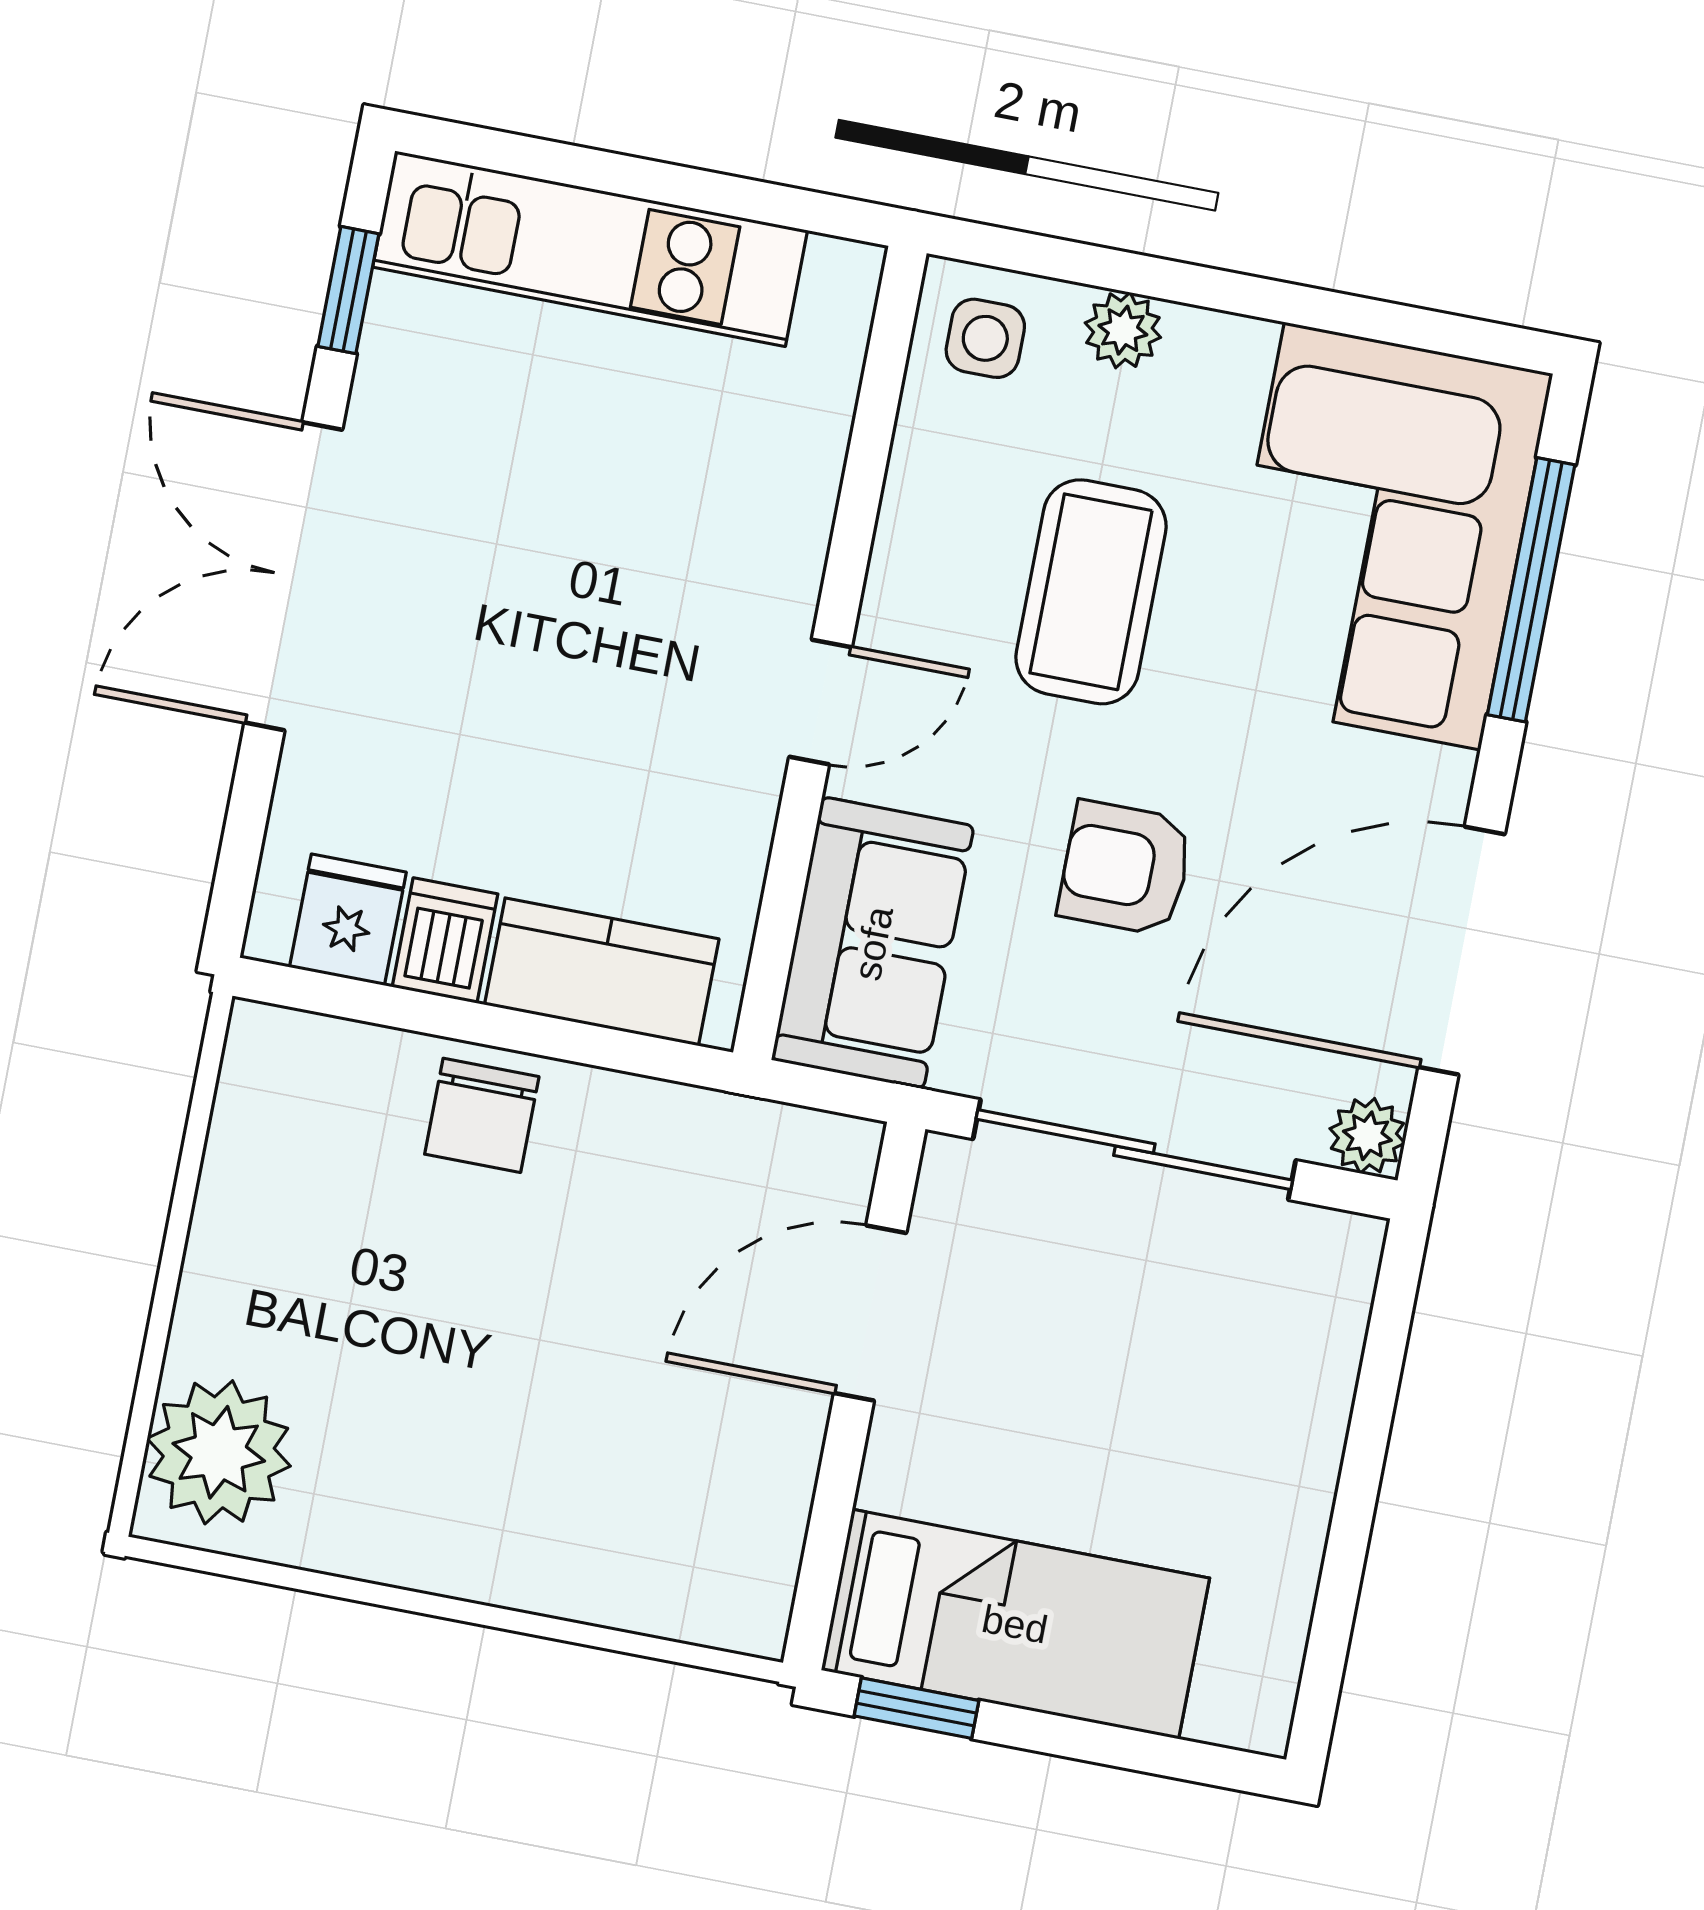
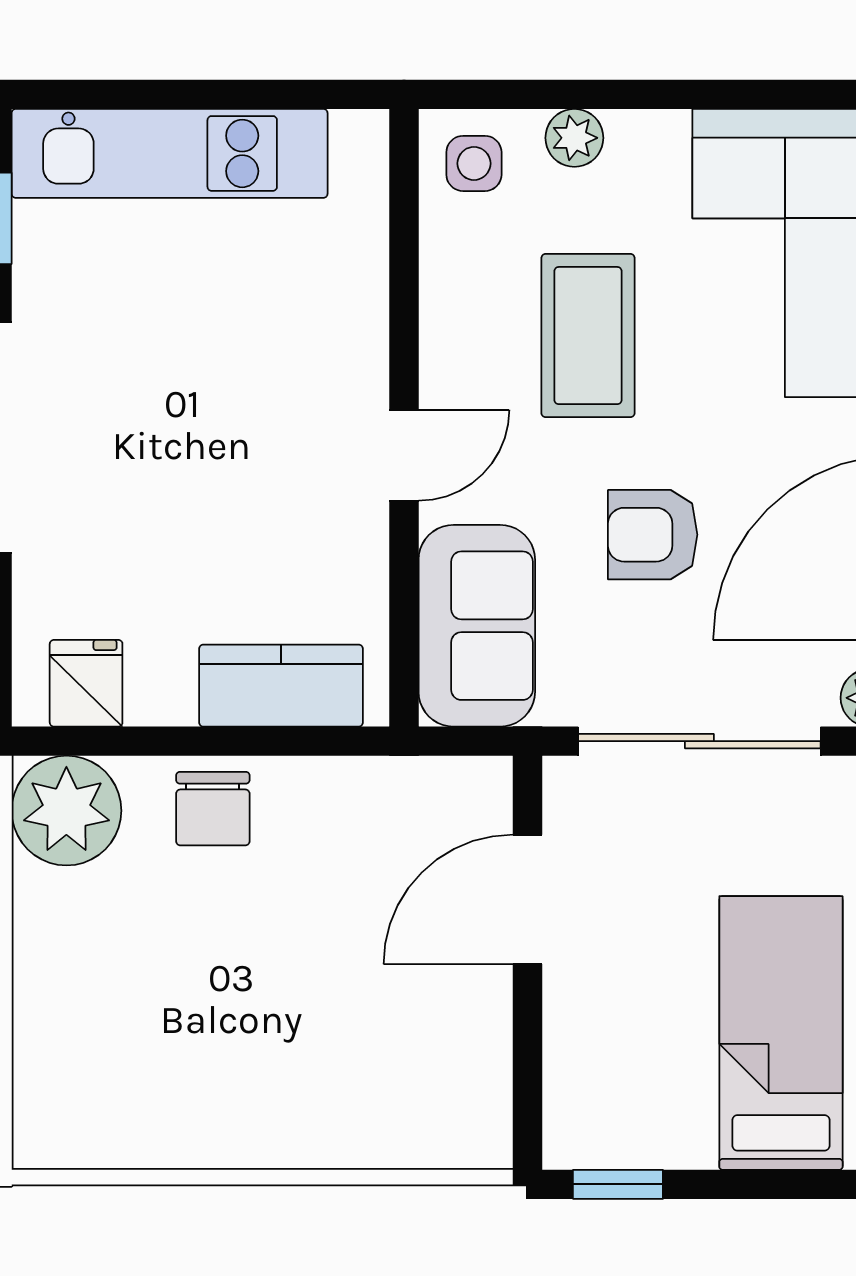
dishwasher: (445, 940) -> (161, 685), removed
plant: (219, 1452) -> (66, 811), moved
bed: (1015, 1624) -> (781, 1033), moved, turned -90

